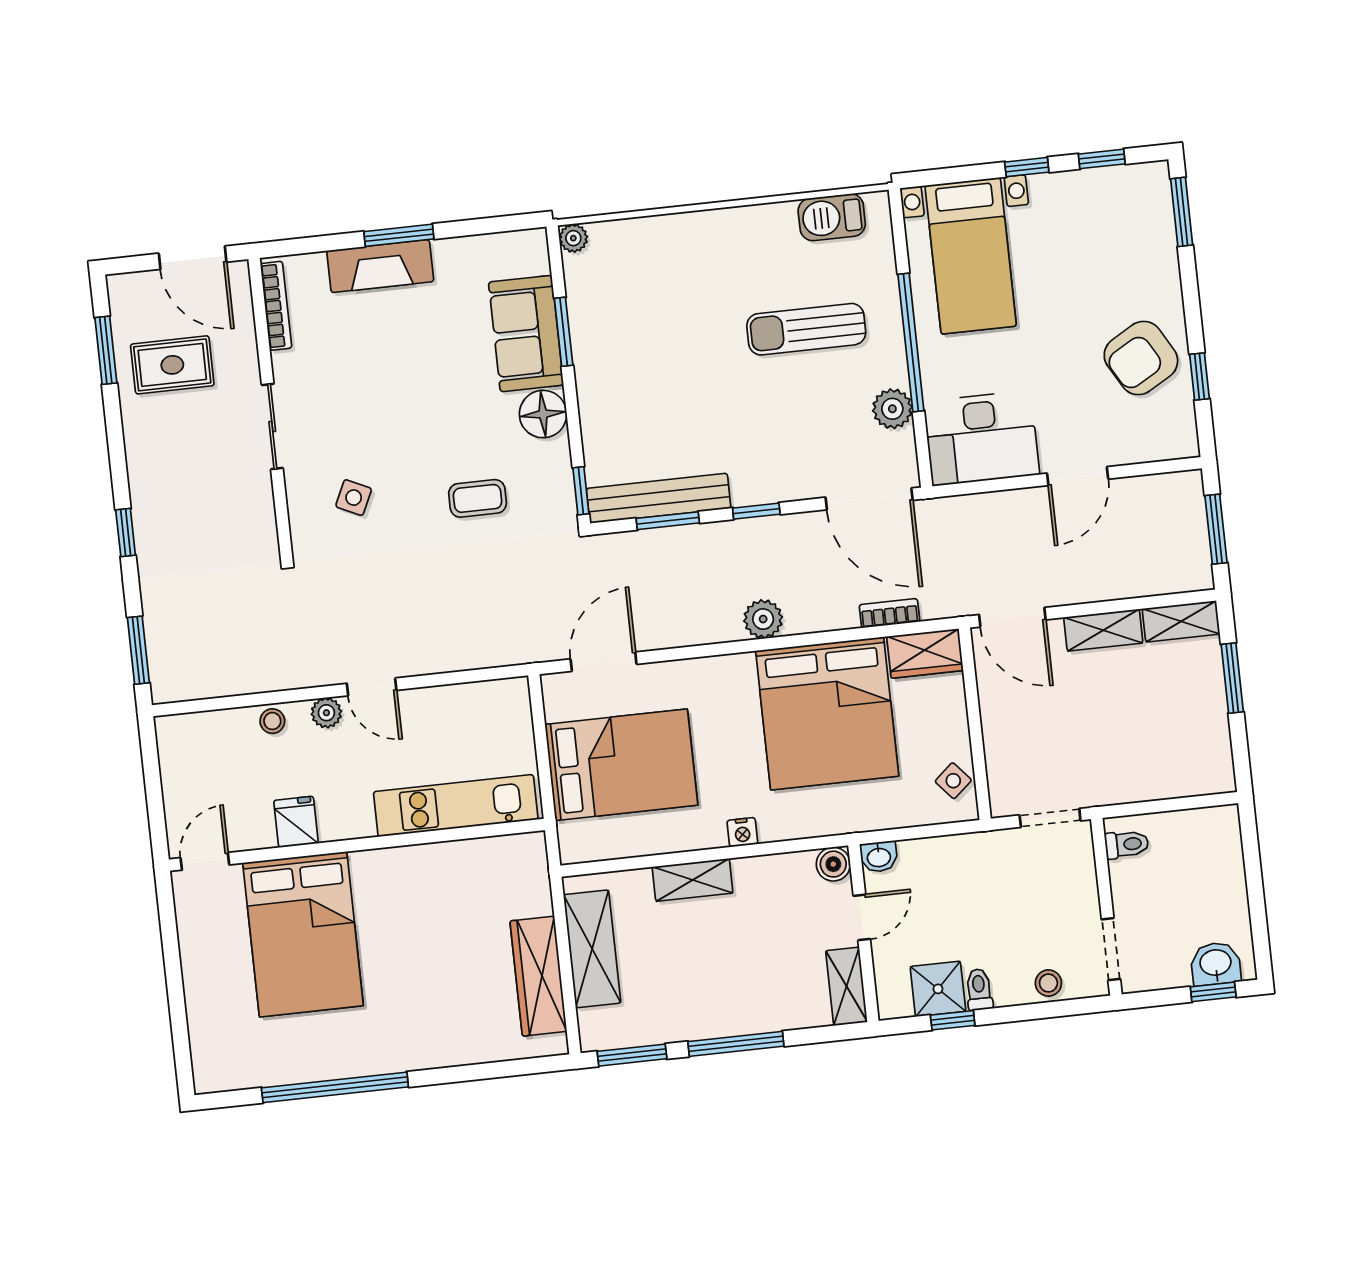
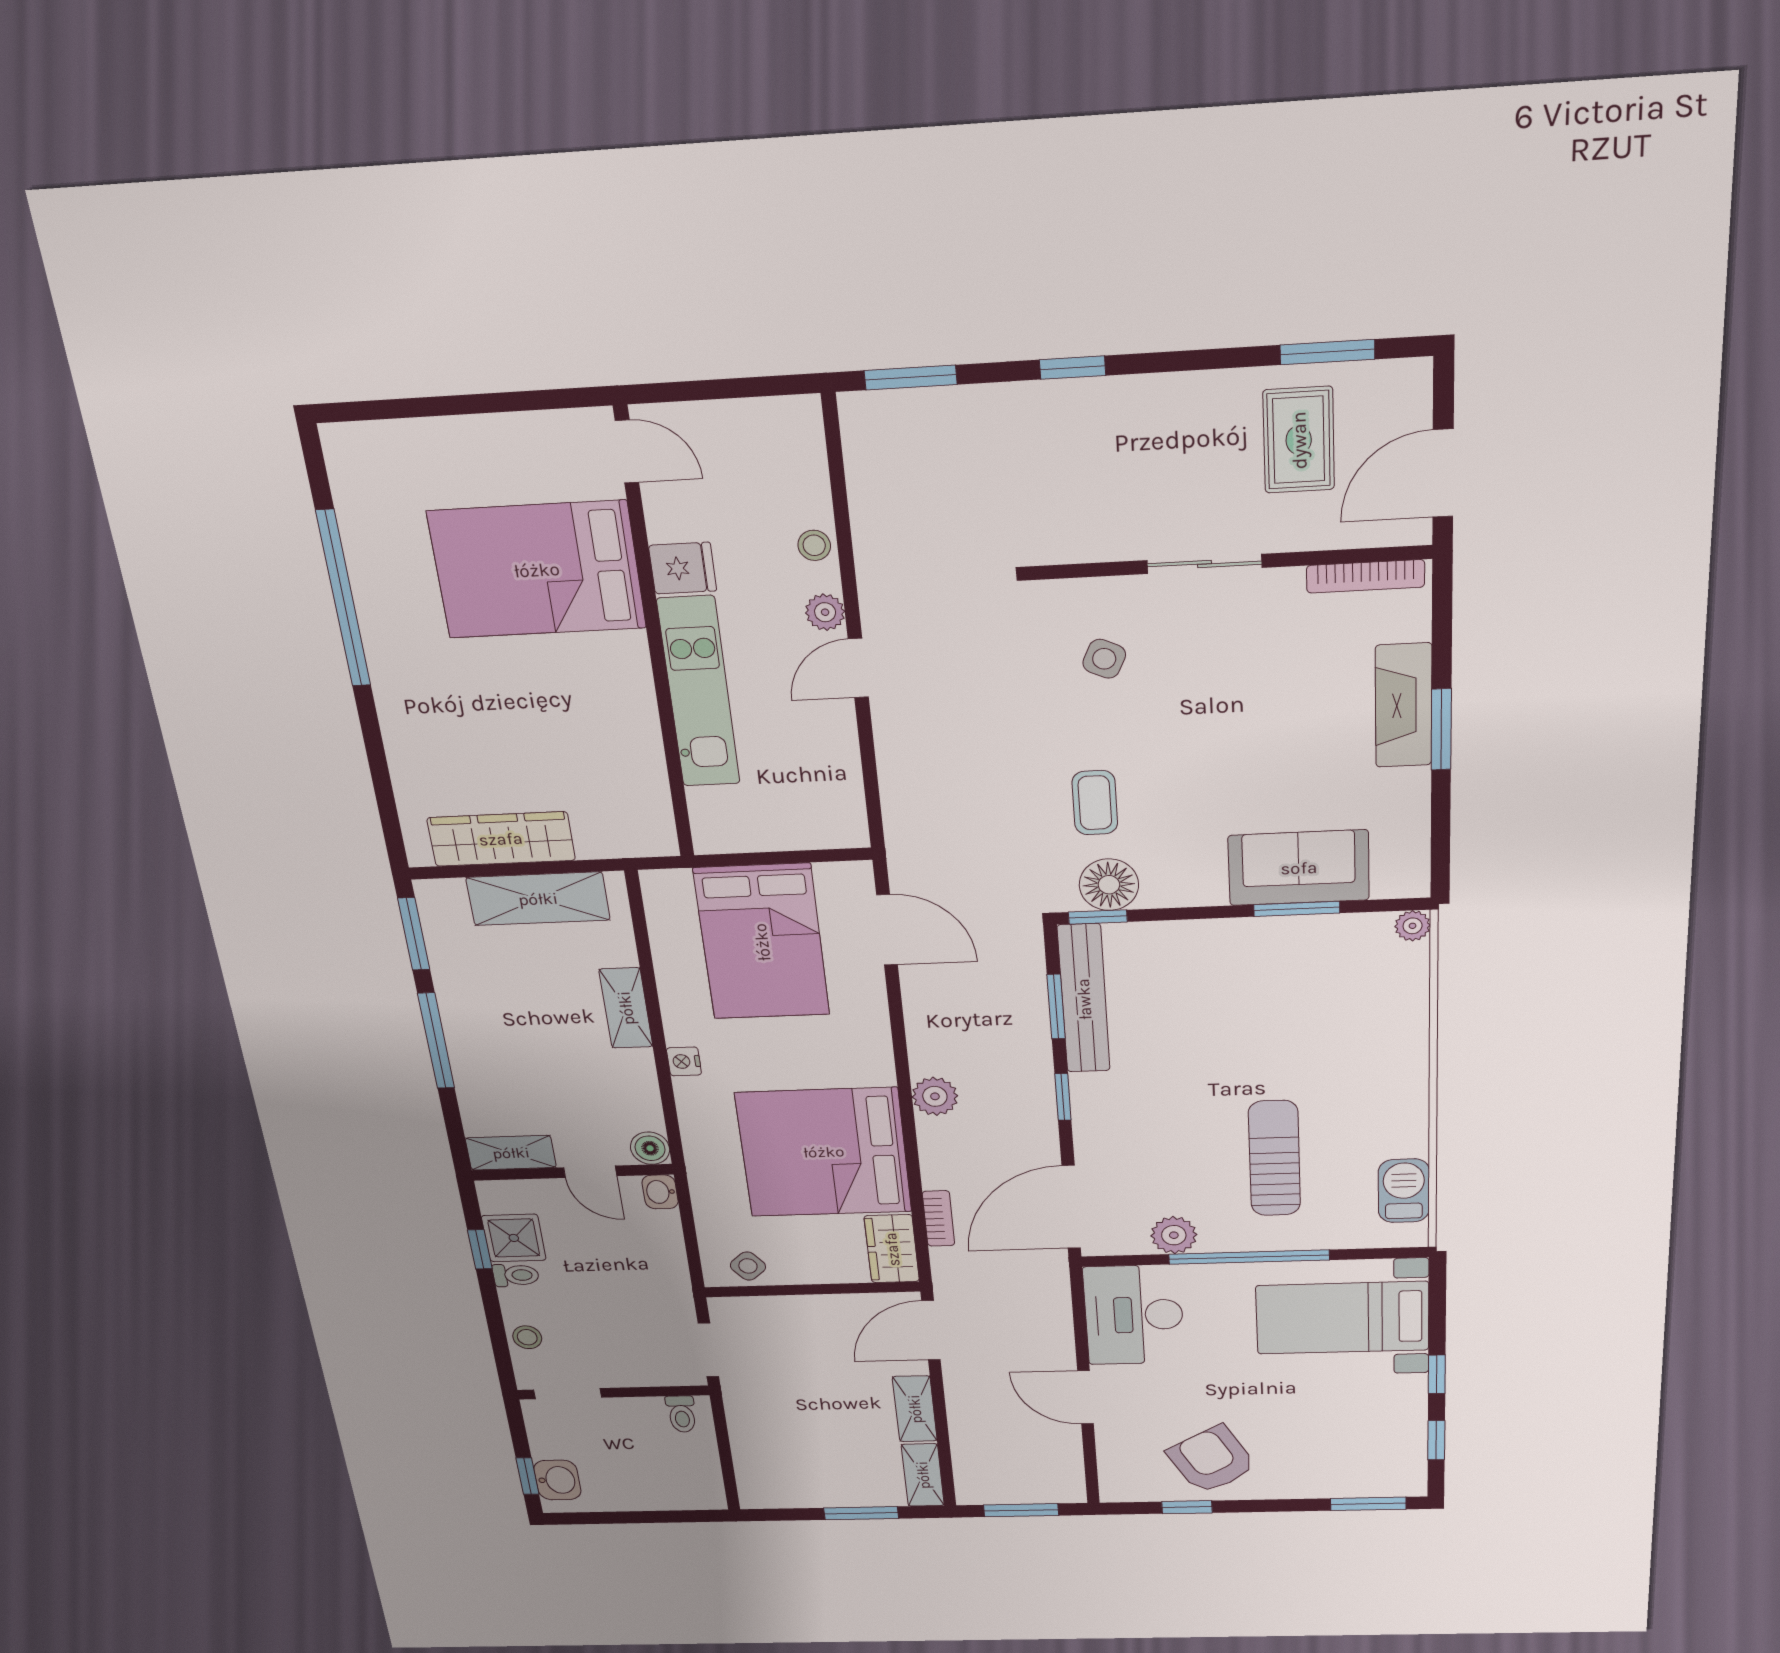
floor lamp: (543, 414) -> (1109, 885), moved
kitchen unit: (456, 806) -> (699, 692), moved

